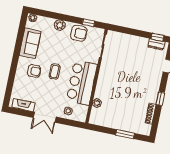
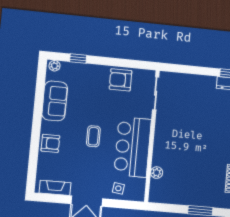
window: (89, 23) -> (78, 59), moved
plant: (60, 25) -> (93, 71), removed
armchair: (79, 33) -> (121, 80), turned 180
armchair: (34, 71) -> (50, 143), moved

